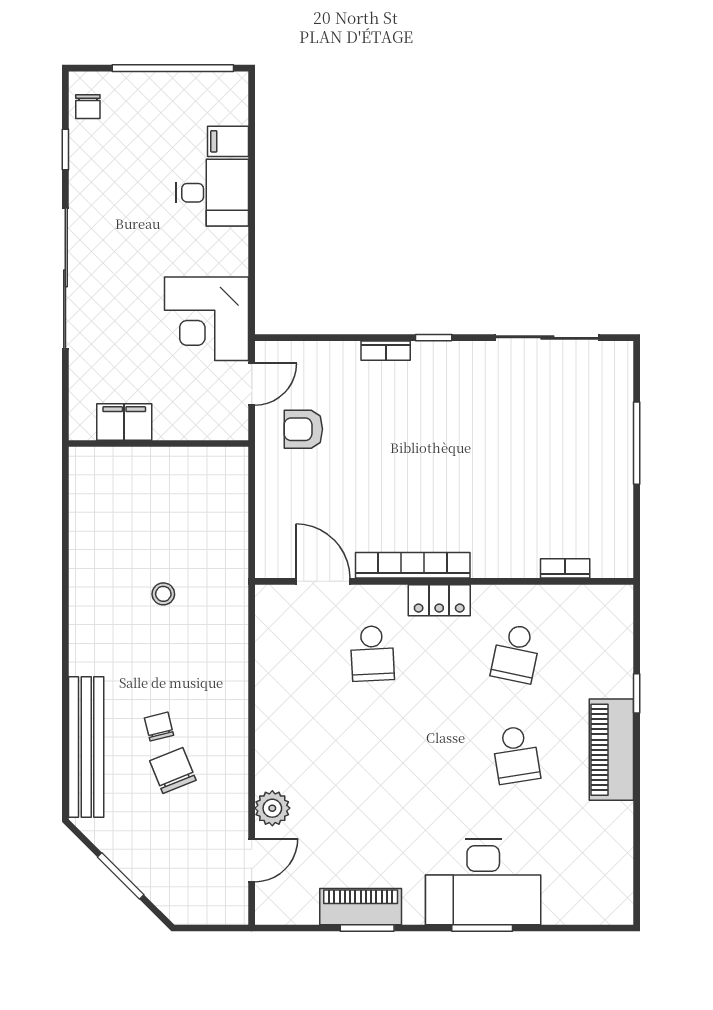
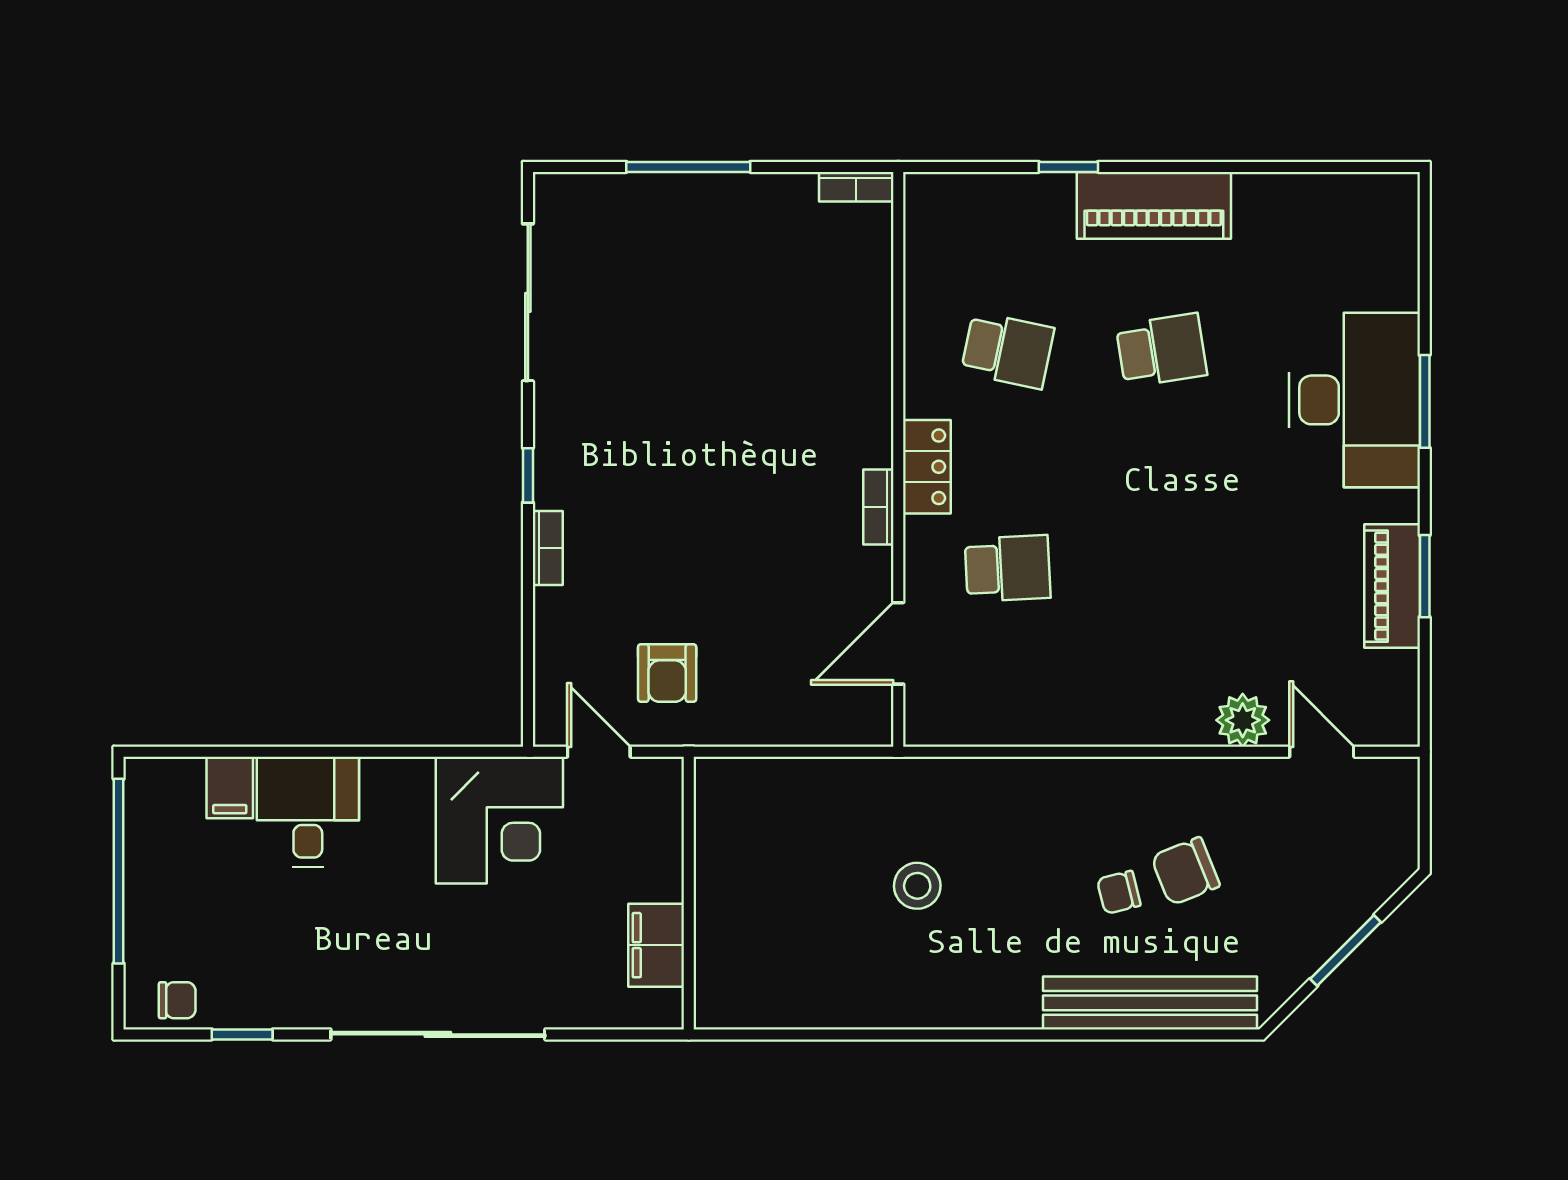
bookcase: (413, 565) -> (878, 507), width x0.43, depth x0.76
bookcase: (565, 568) -> (856, 187), moved, turned -90
stool: (163, 594) -> (917, 886), width x1.37, depth x1.37

